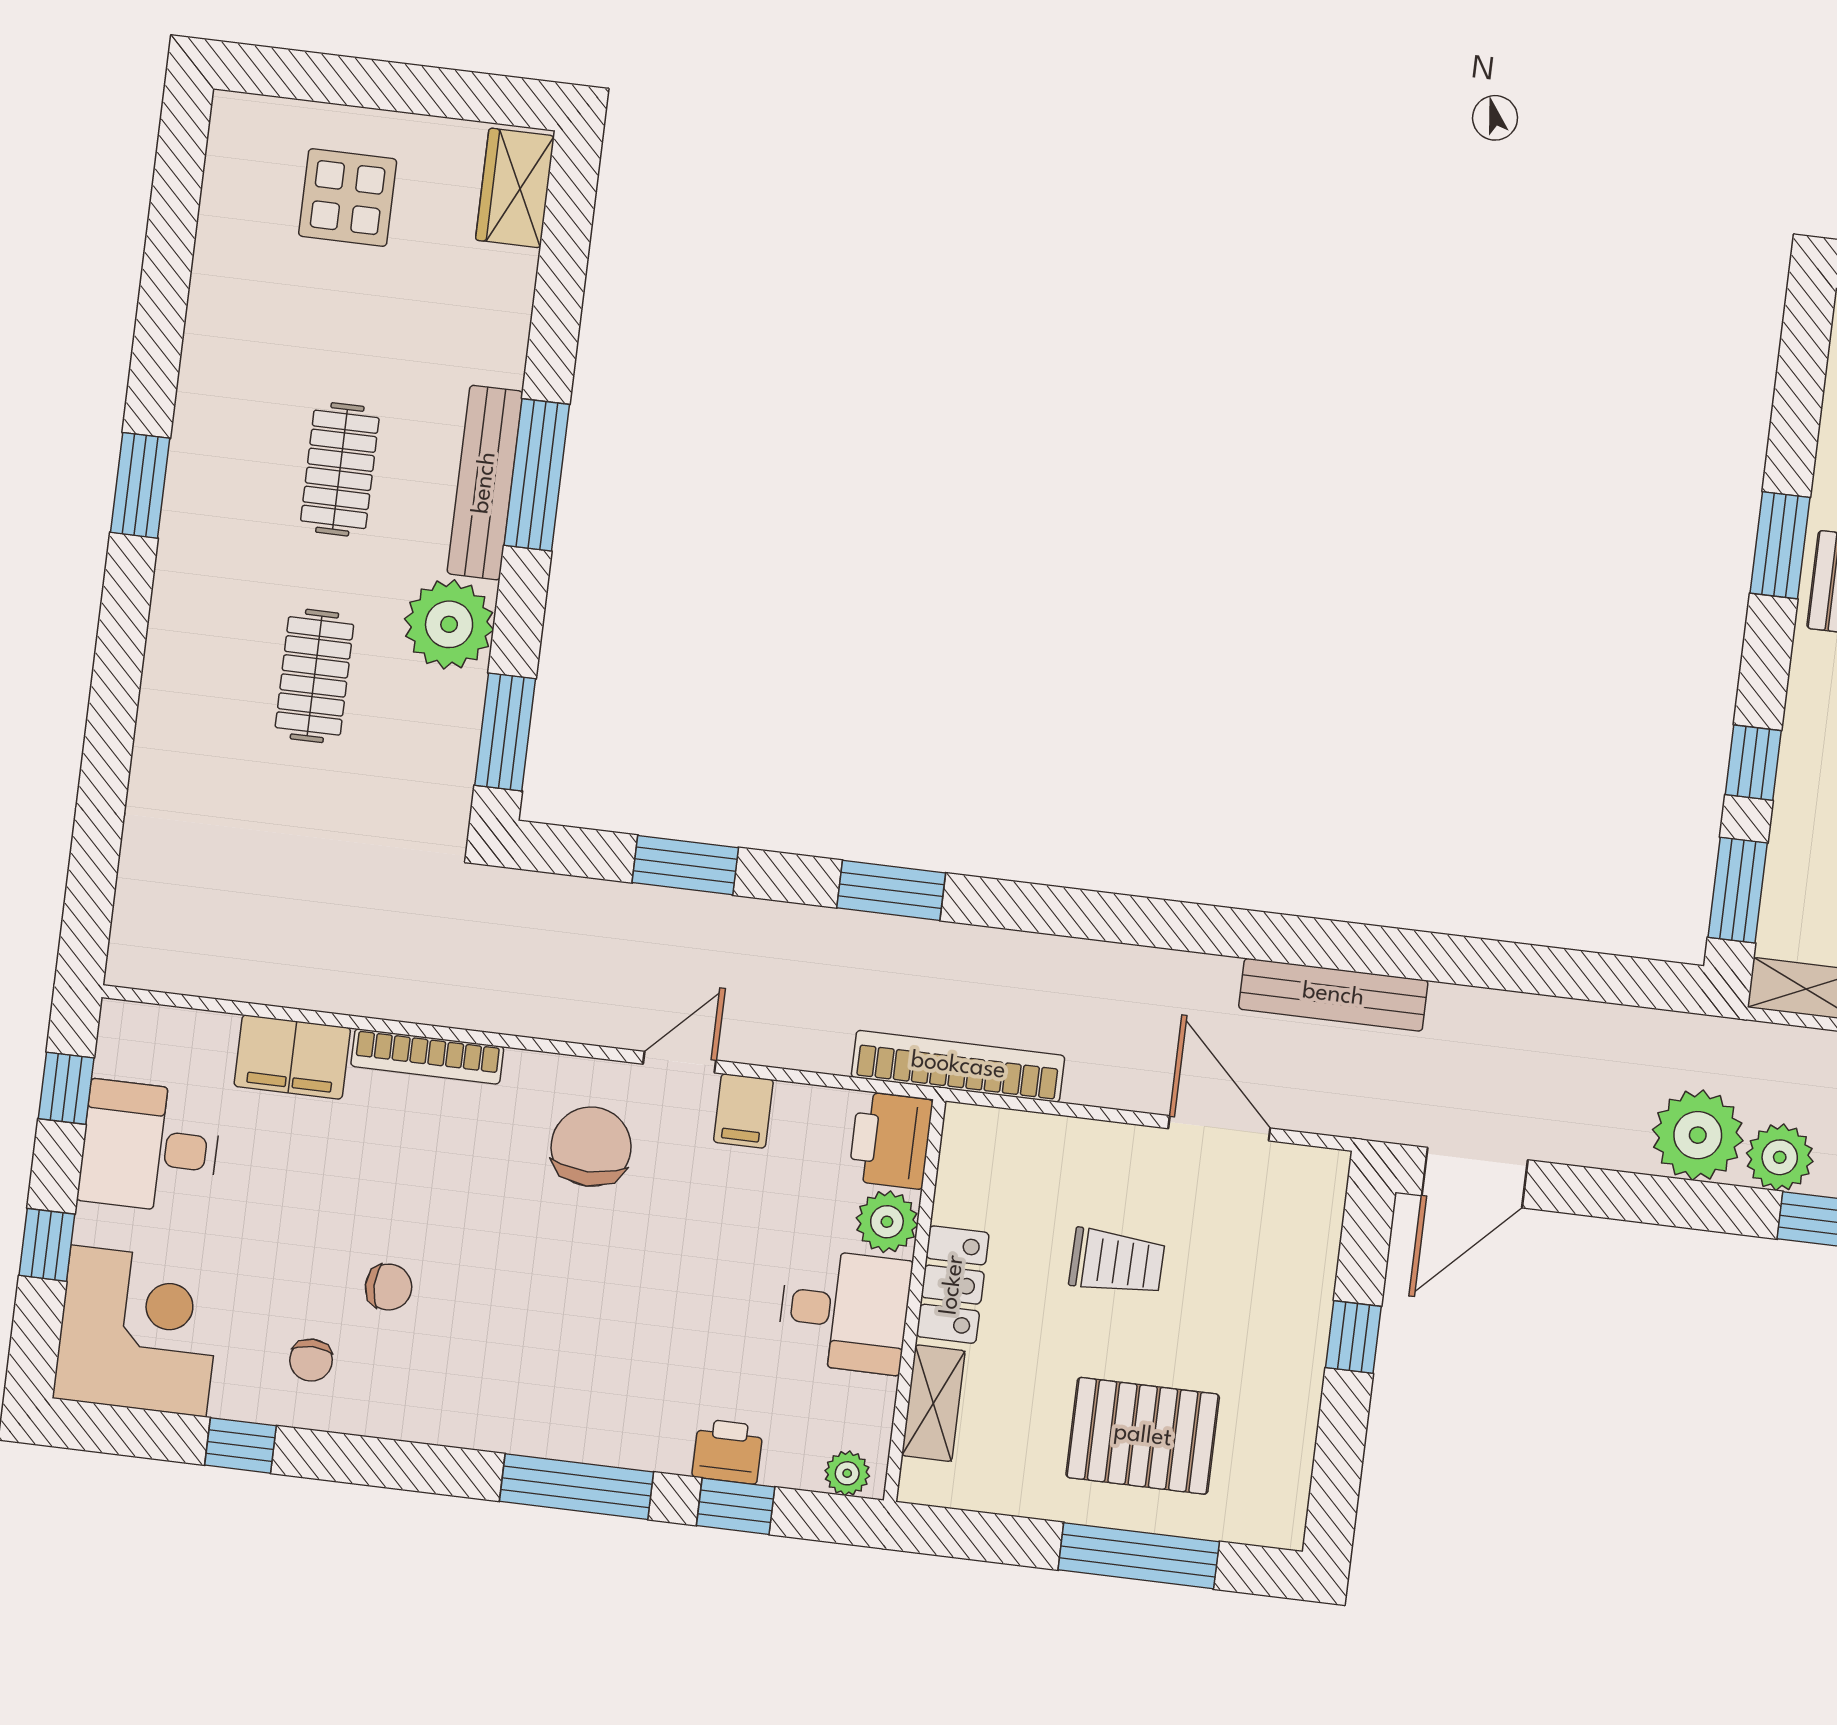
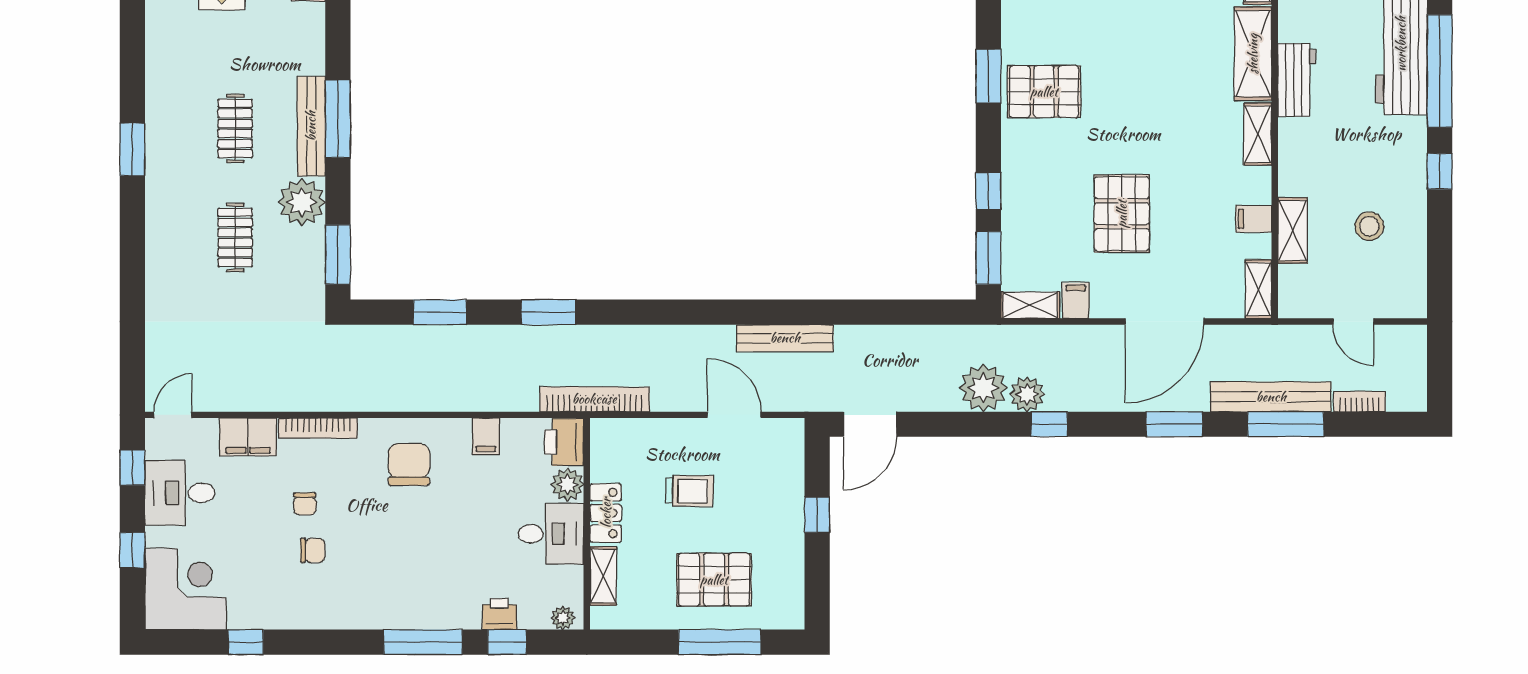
door: (680, 1062) -> (173, 415), moved
chair: (311, 1360) -> (305, 504), moved

